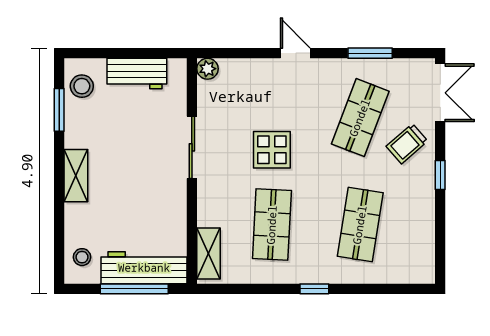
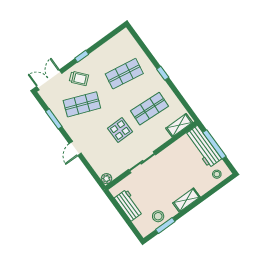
stool: (82, 86) -> (158, 216), moved

